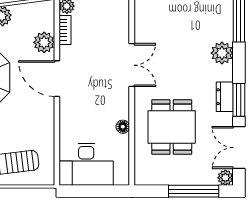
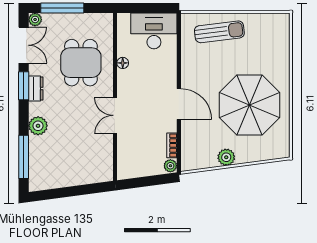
plant: (44, 42) -> (190, 135), removed

